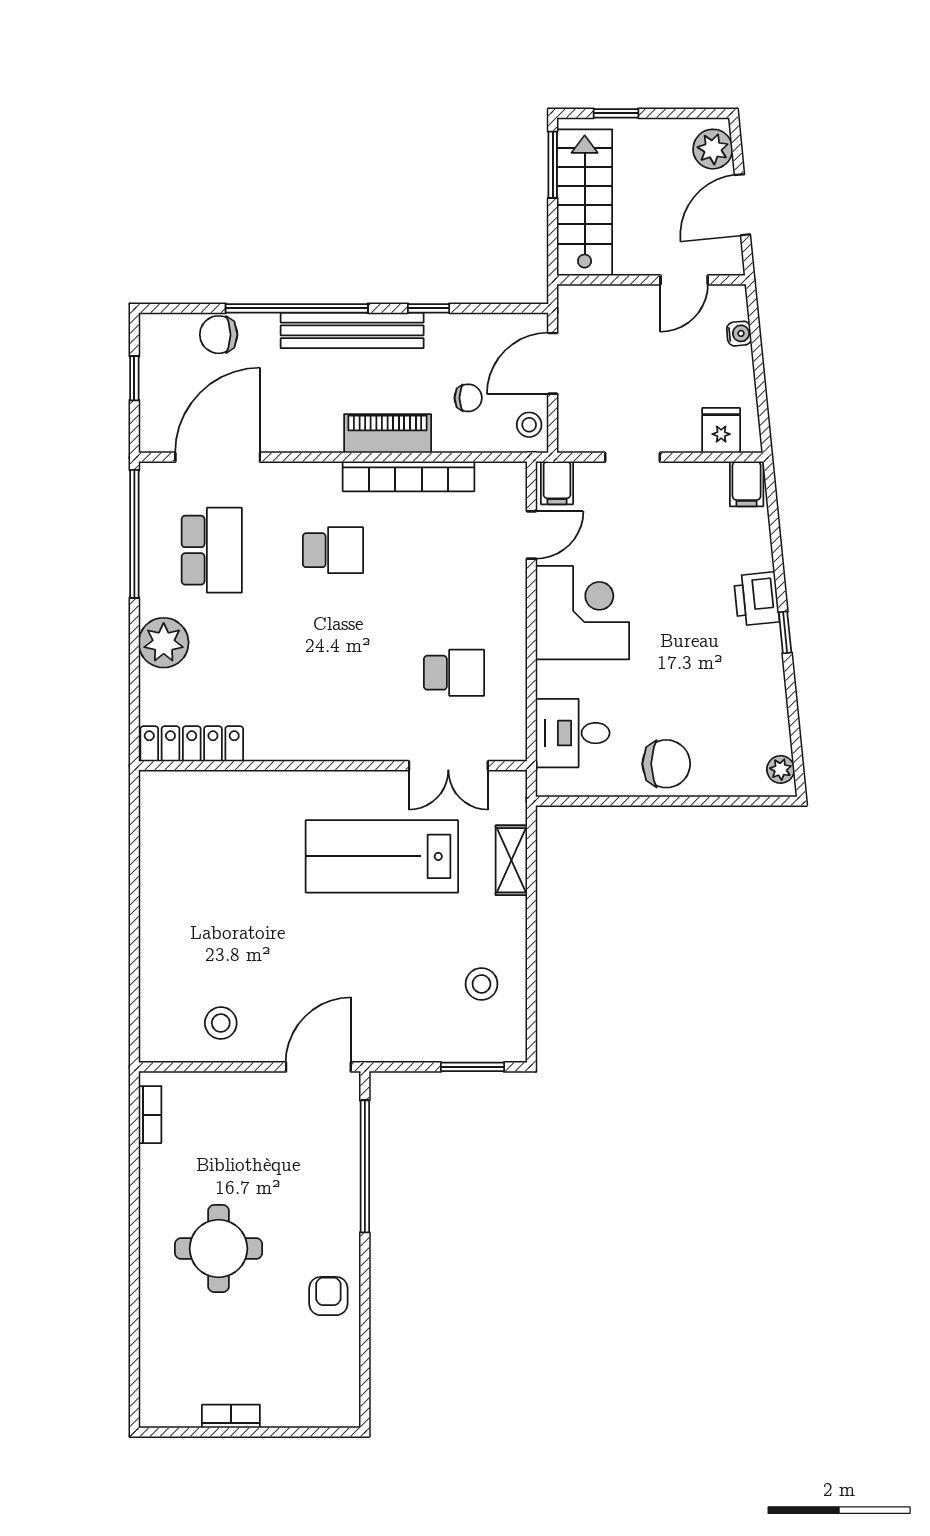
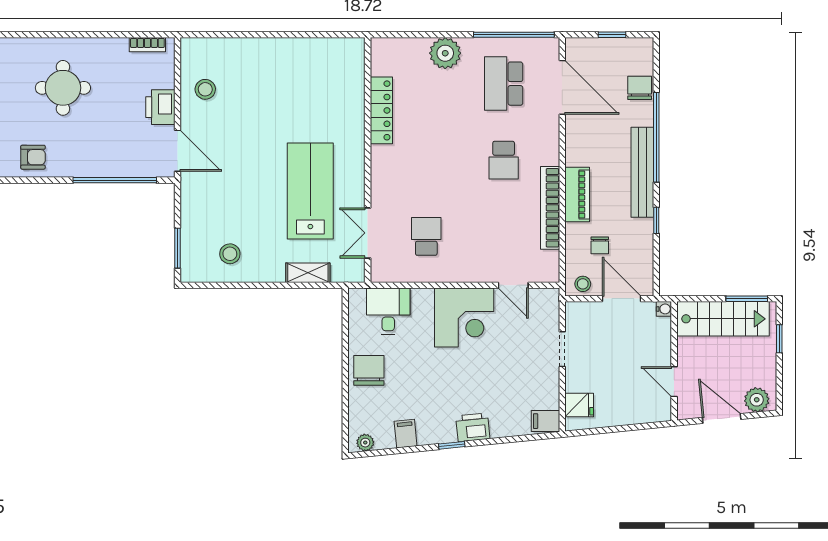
water cooler: (739, 334) -> (664, 309), moved, turned -84
filing cabinet: (557, 483) -> (406, 434), moved, turned 84
school desk: (212, 550) -> (504, 84), turned 90
school desk: (454, 673) -> (426, 236), turned 180
locker: (192, 744) -> (381, 110), moved
chair: (666, 764) -> (369, 370), turned 180
printer: (249, 1094) -> (160, 107), added

